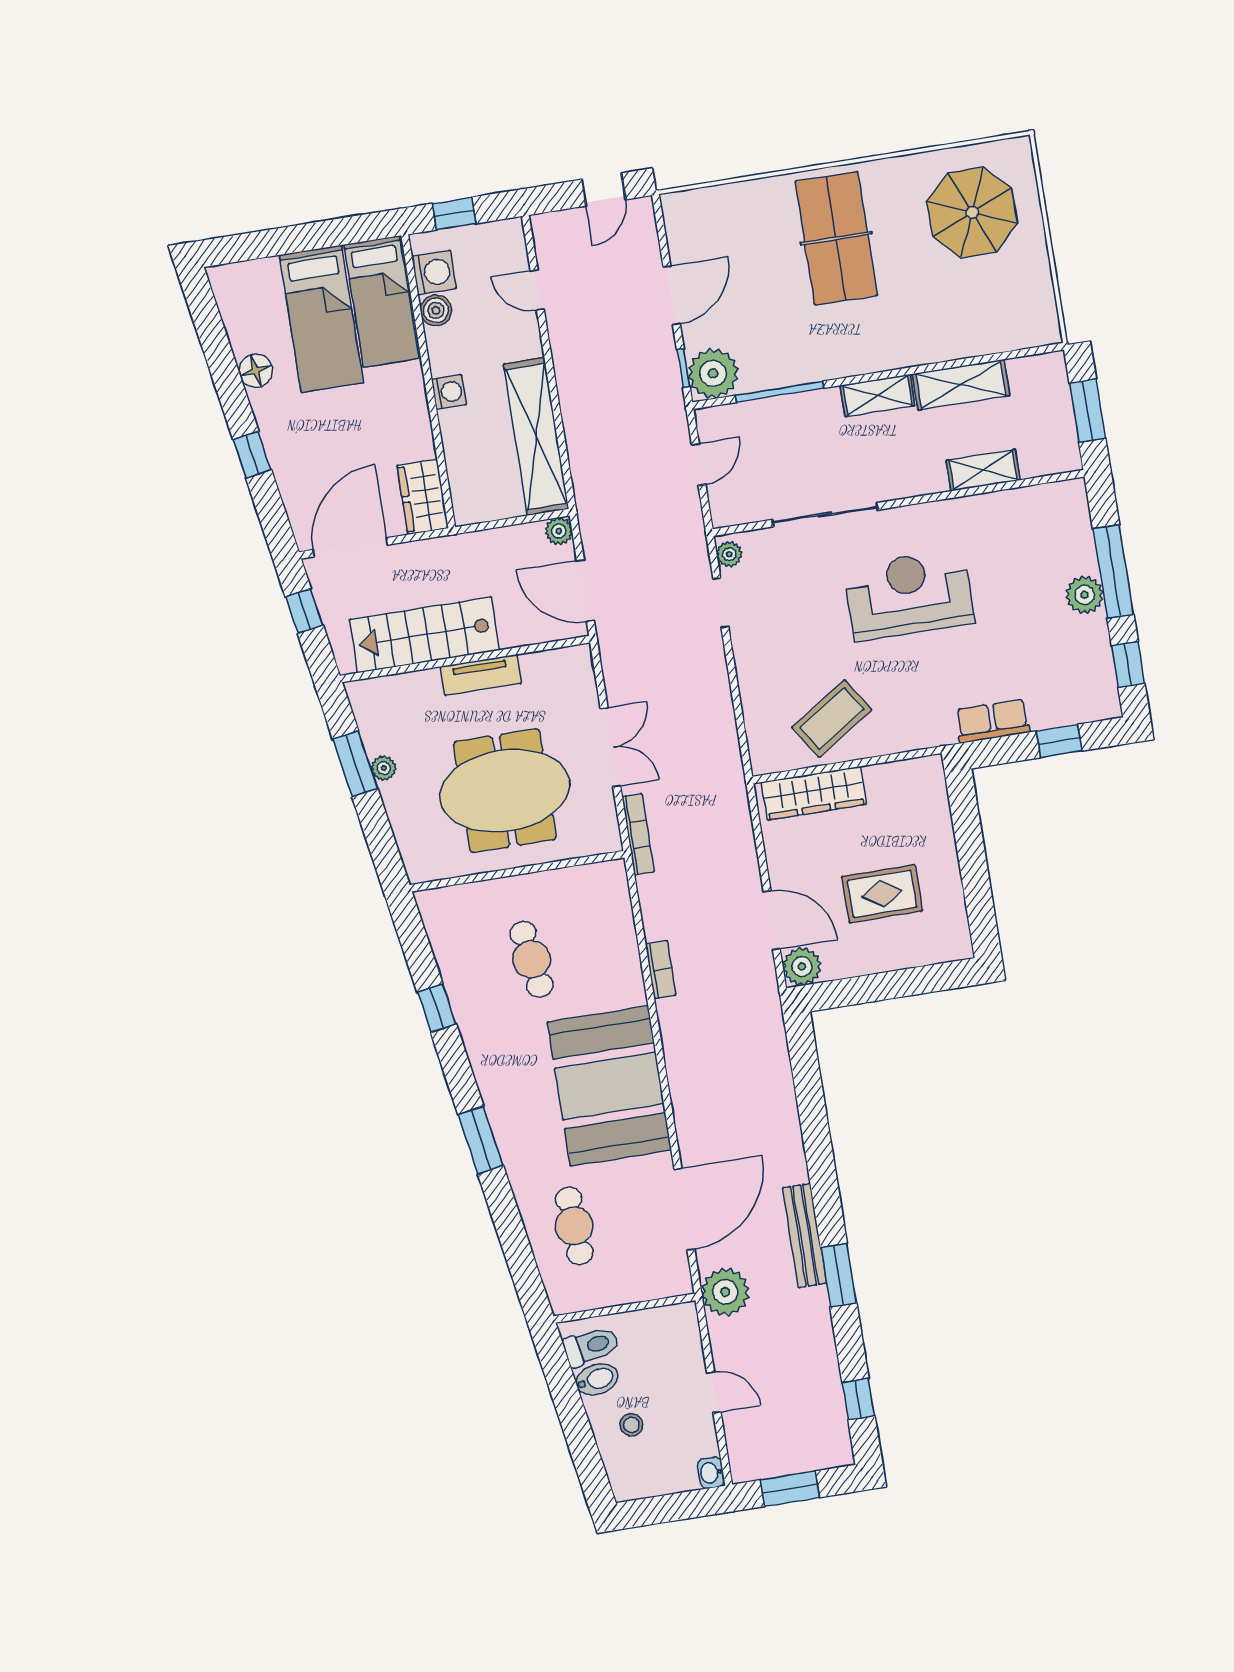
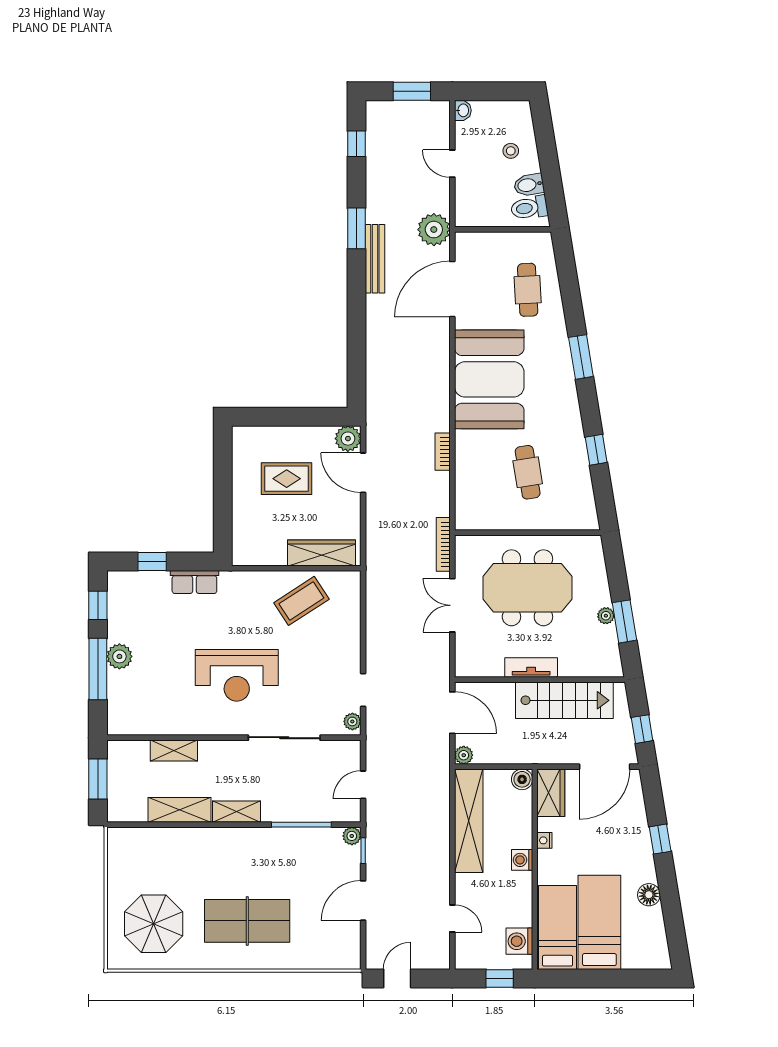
table tennis table: (836, 238) -> (247, 921), turned 90
boiler: (436, 310) -> (522, 779), moved
plant: (713, 373) -> (352, 836), width x0.53, depth x0.53
nightstand: (421, 426) -> (544, 840), added

